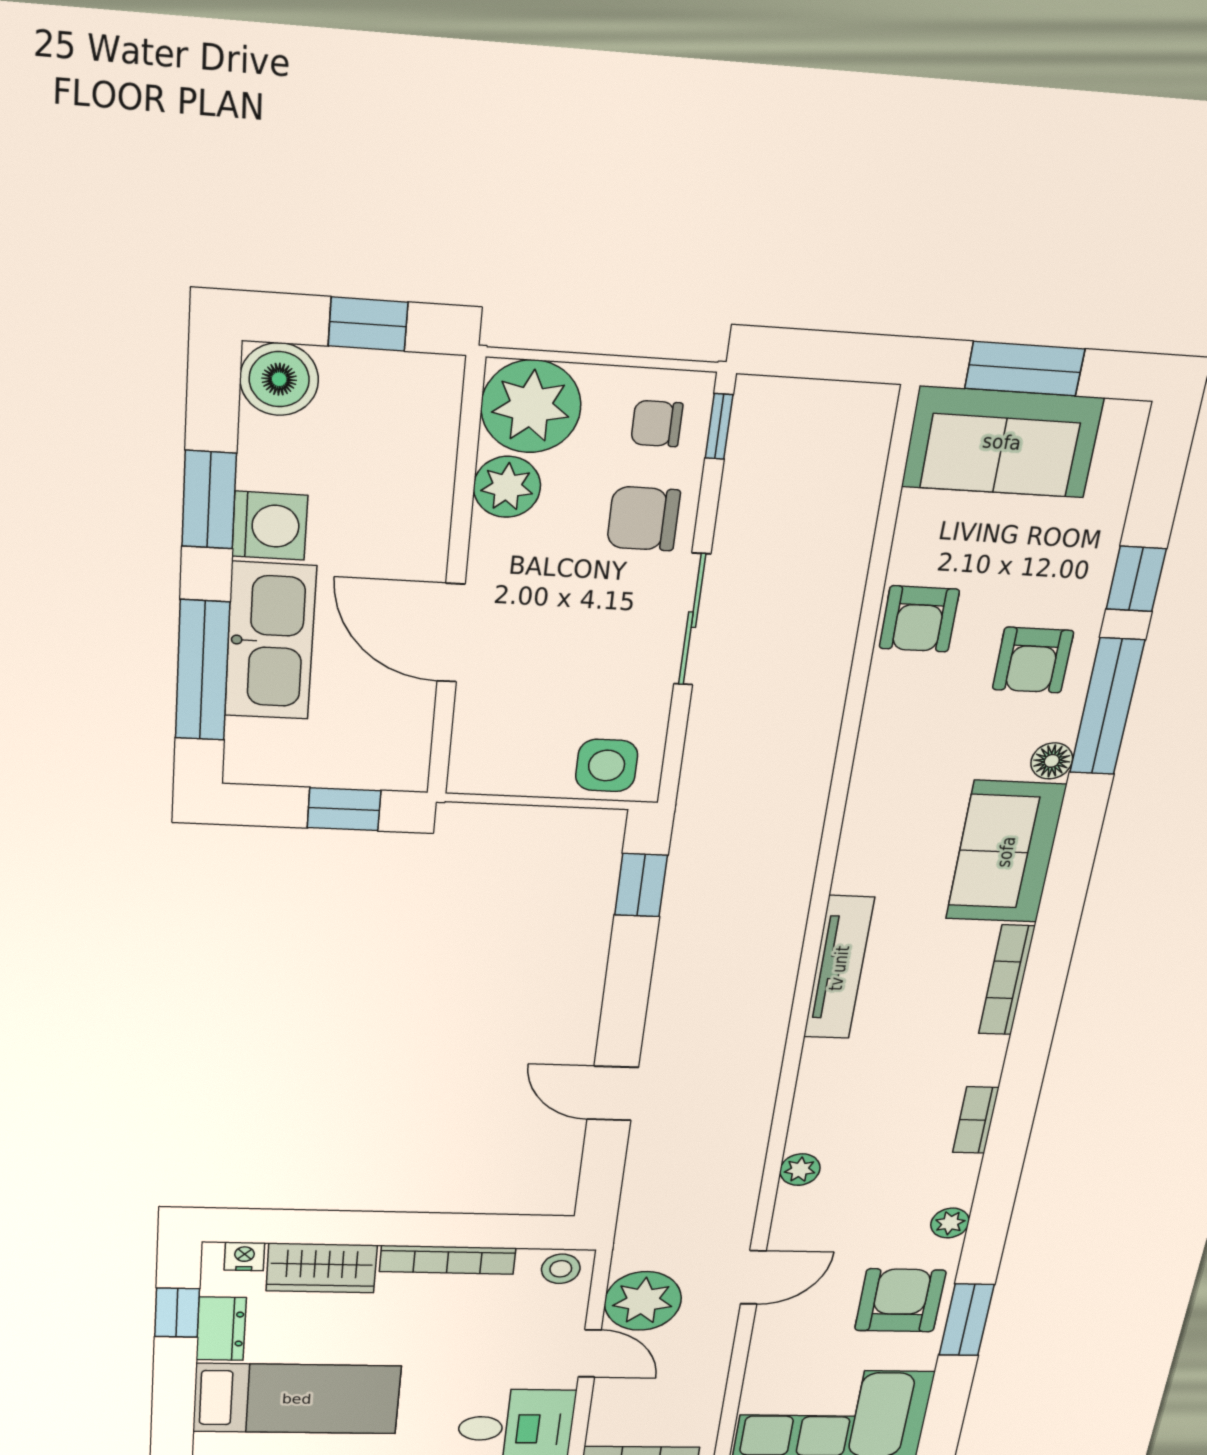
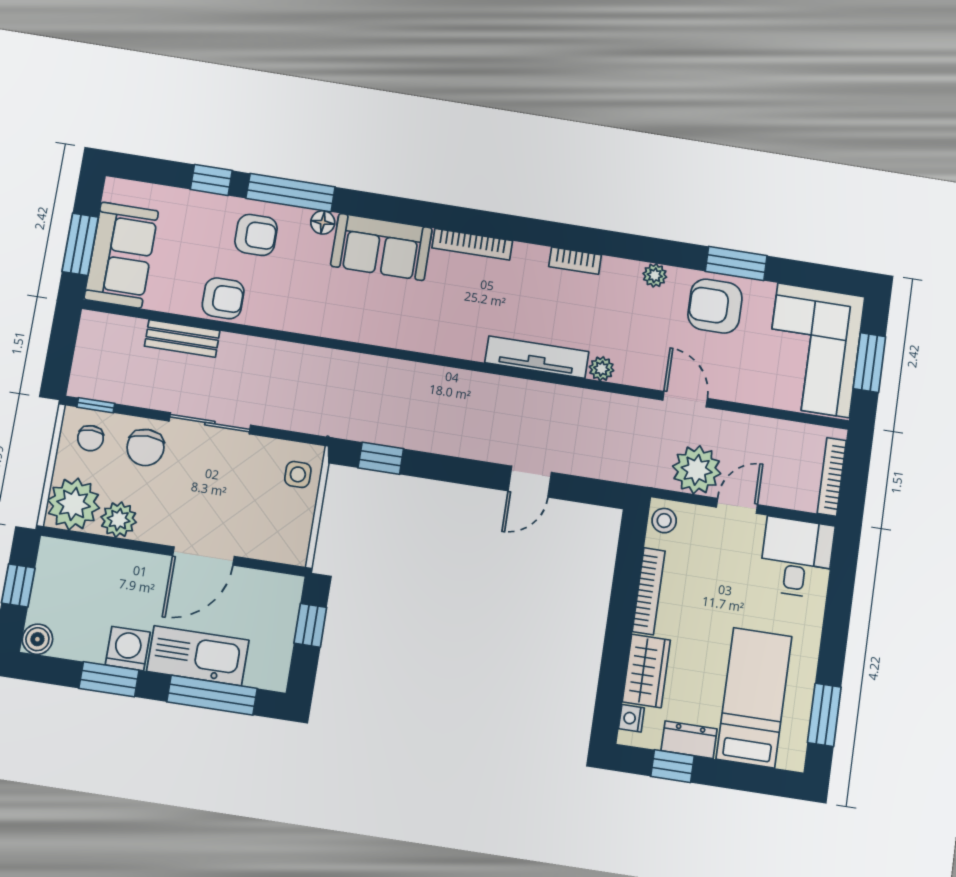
boiler: (279, 379) -> (37, 639), width x0.73, depth x0.73
bench: (846, 560) -> (182, 338), added
side table: (607, 765) -> (298, 474), width x0.73, depth x0.73
tv unit: (839, 968) -> (537, 357), moved

